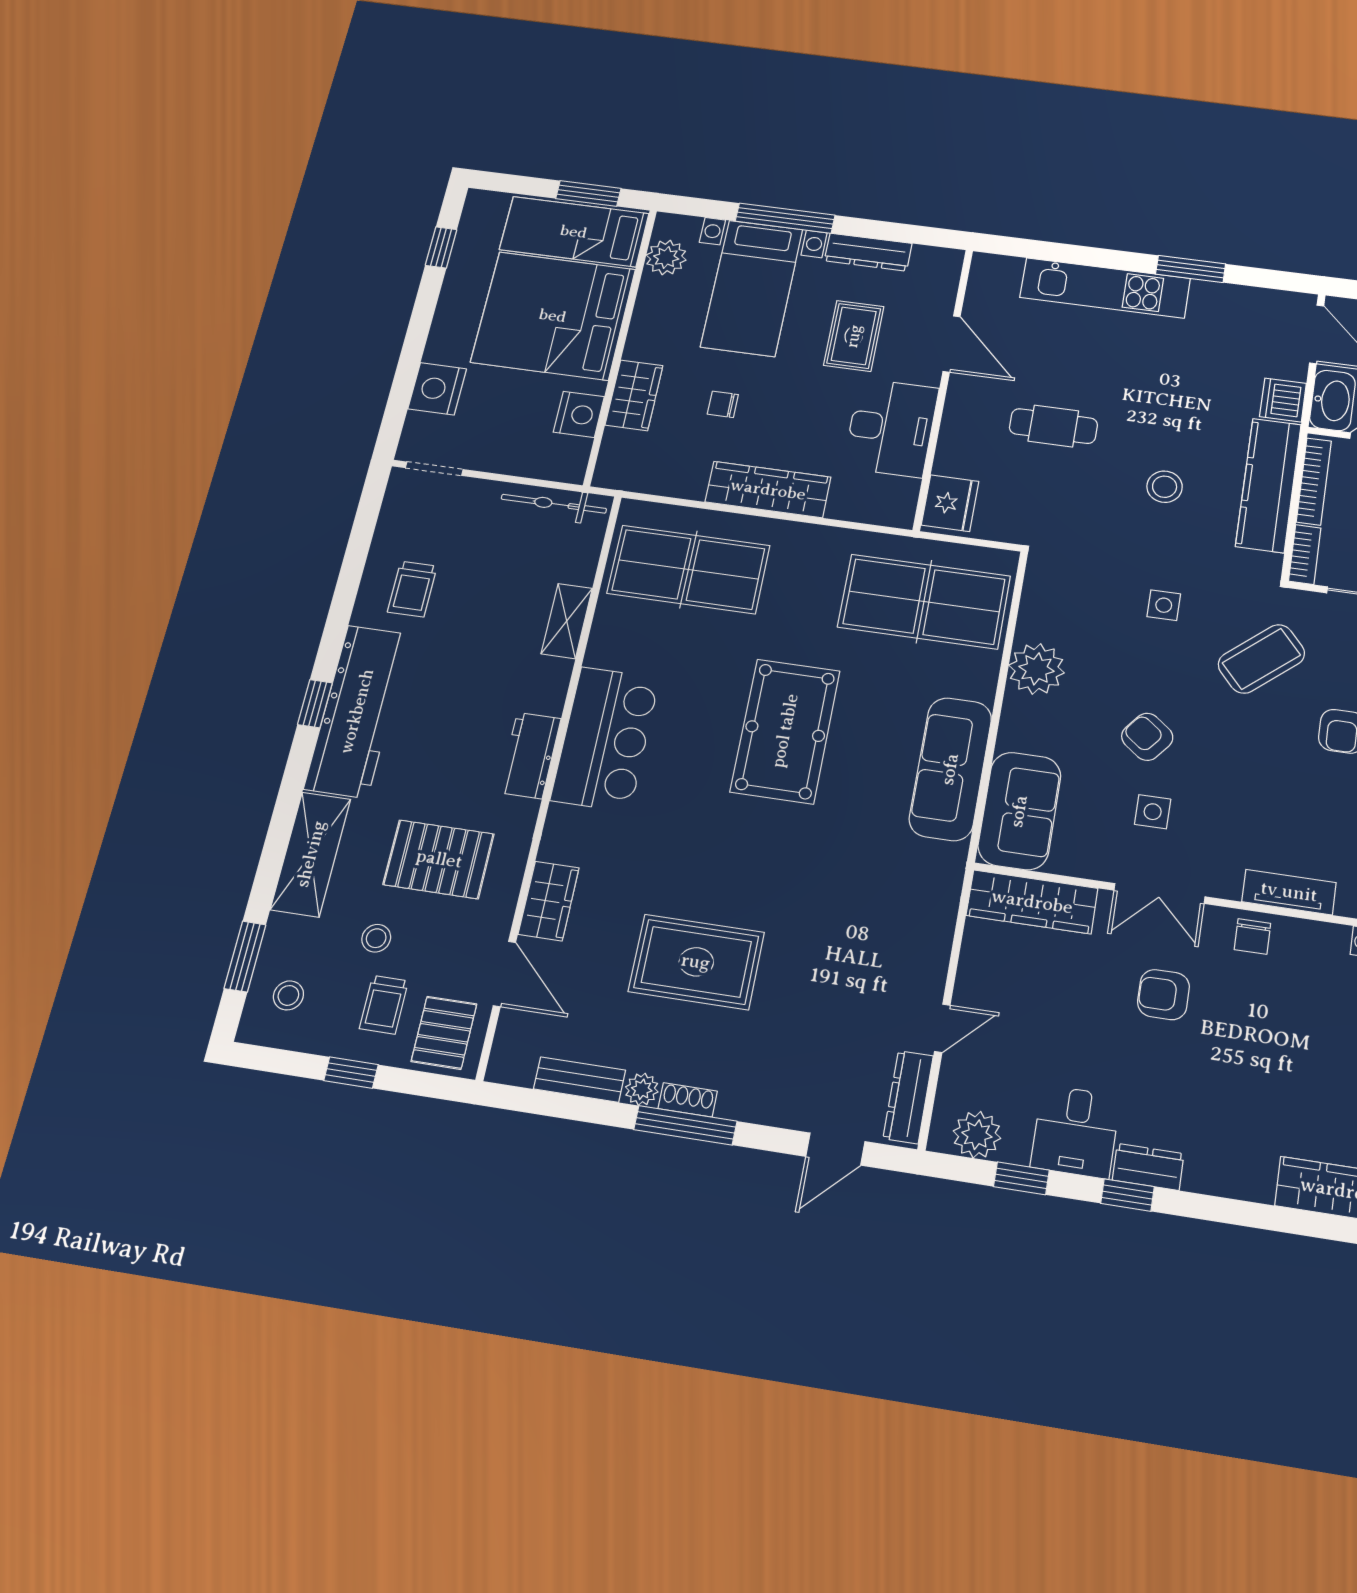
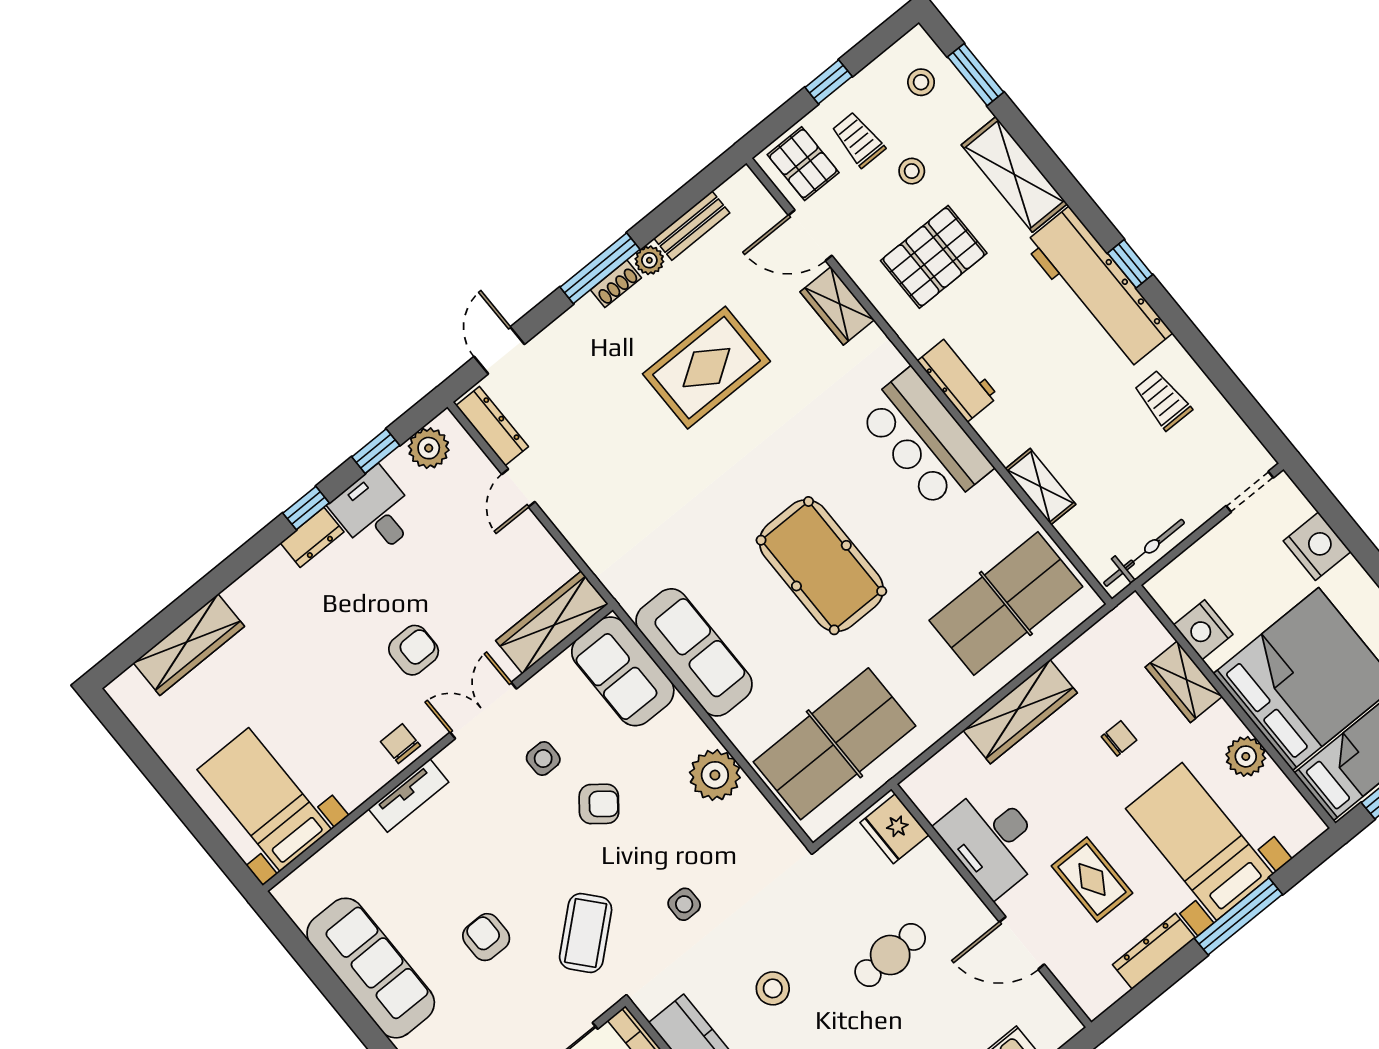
plant: (666, 257) -> (1246, 756), moved

